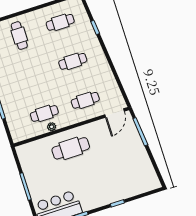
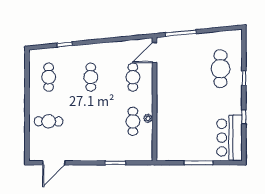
door: (114, 113) -> (154, 53), swing flipped
cafe table: (71, 148) -> (220, 69), moved

